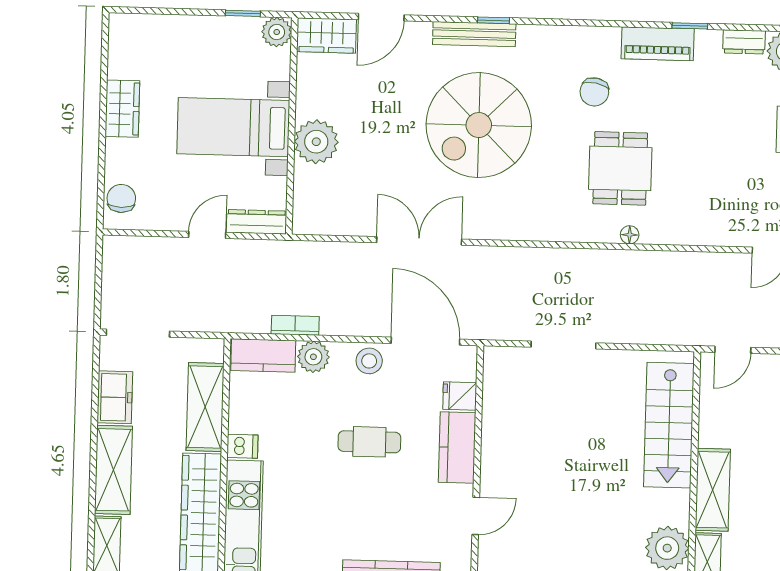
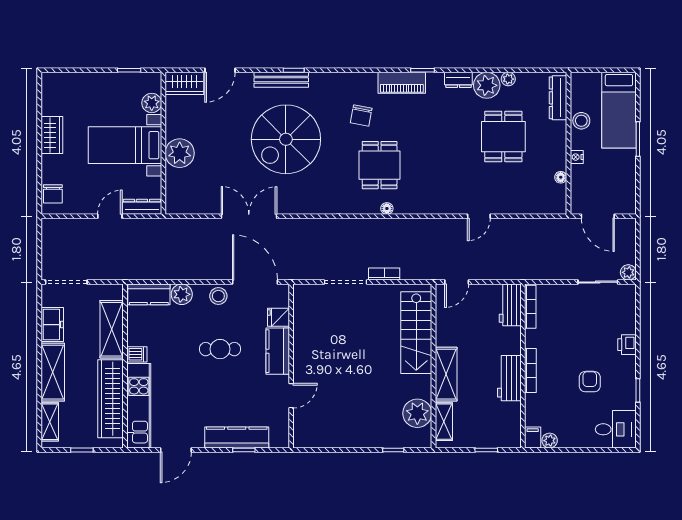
plant: (277, 32) -> (152, 103), moved
chair: (121, 198) -> (53, 194), turned 180
bookcase: (295, 325) -> (384, 274), moved

